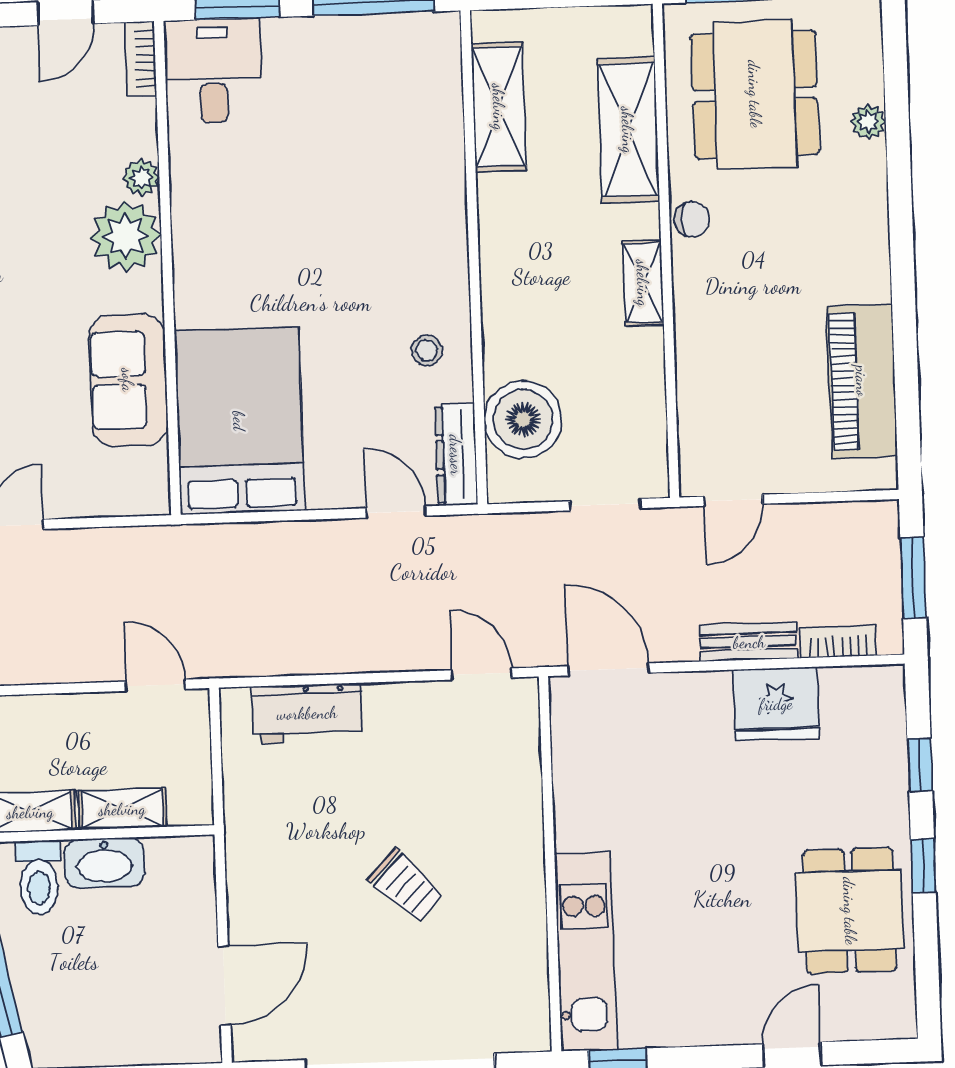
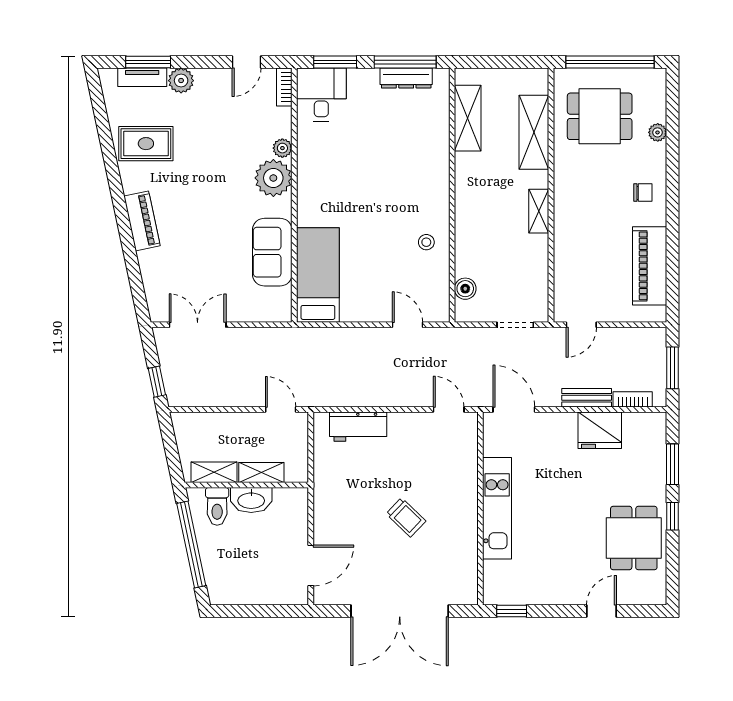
dining table: (755, 94) -> (600, 116), width x0.73
chair: (692, 219) -> (643, 193), moved
boiler: (523, 419) -> (465, 289), width x0.54, depth x0.54
bed: (239, 421) -> (318, 275), width x0.67
dresser: (456, 455) -> (406, 78), moved, turned -90
window: (920, 765) -> (672, 464), width x1.50
kitchen unit: (585, 952) -> (497, 508), moved

